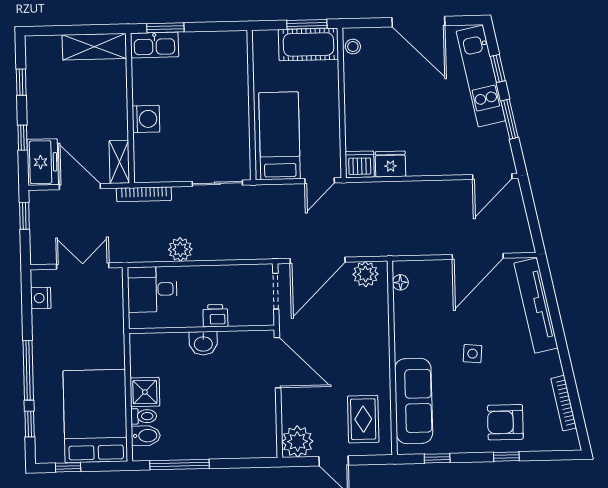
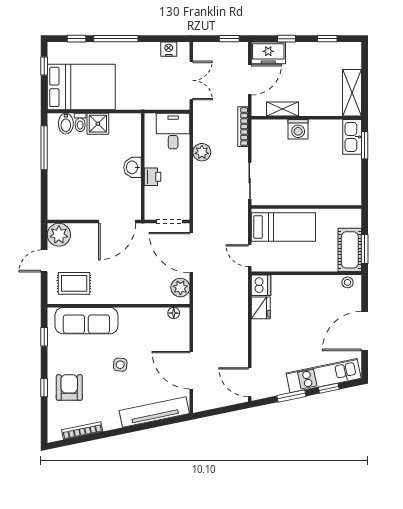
shelving: (119, 162) -> (283, 109), moved

